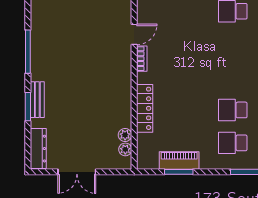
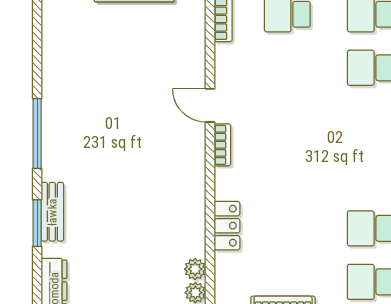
door: (134, 34) -> (210, 105), swing flipped
locker: (145, 108) -> (227, 226), width x0.66

